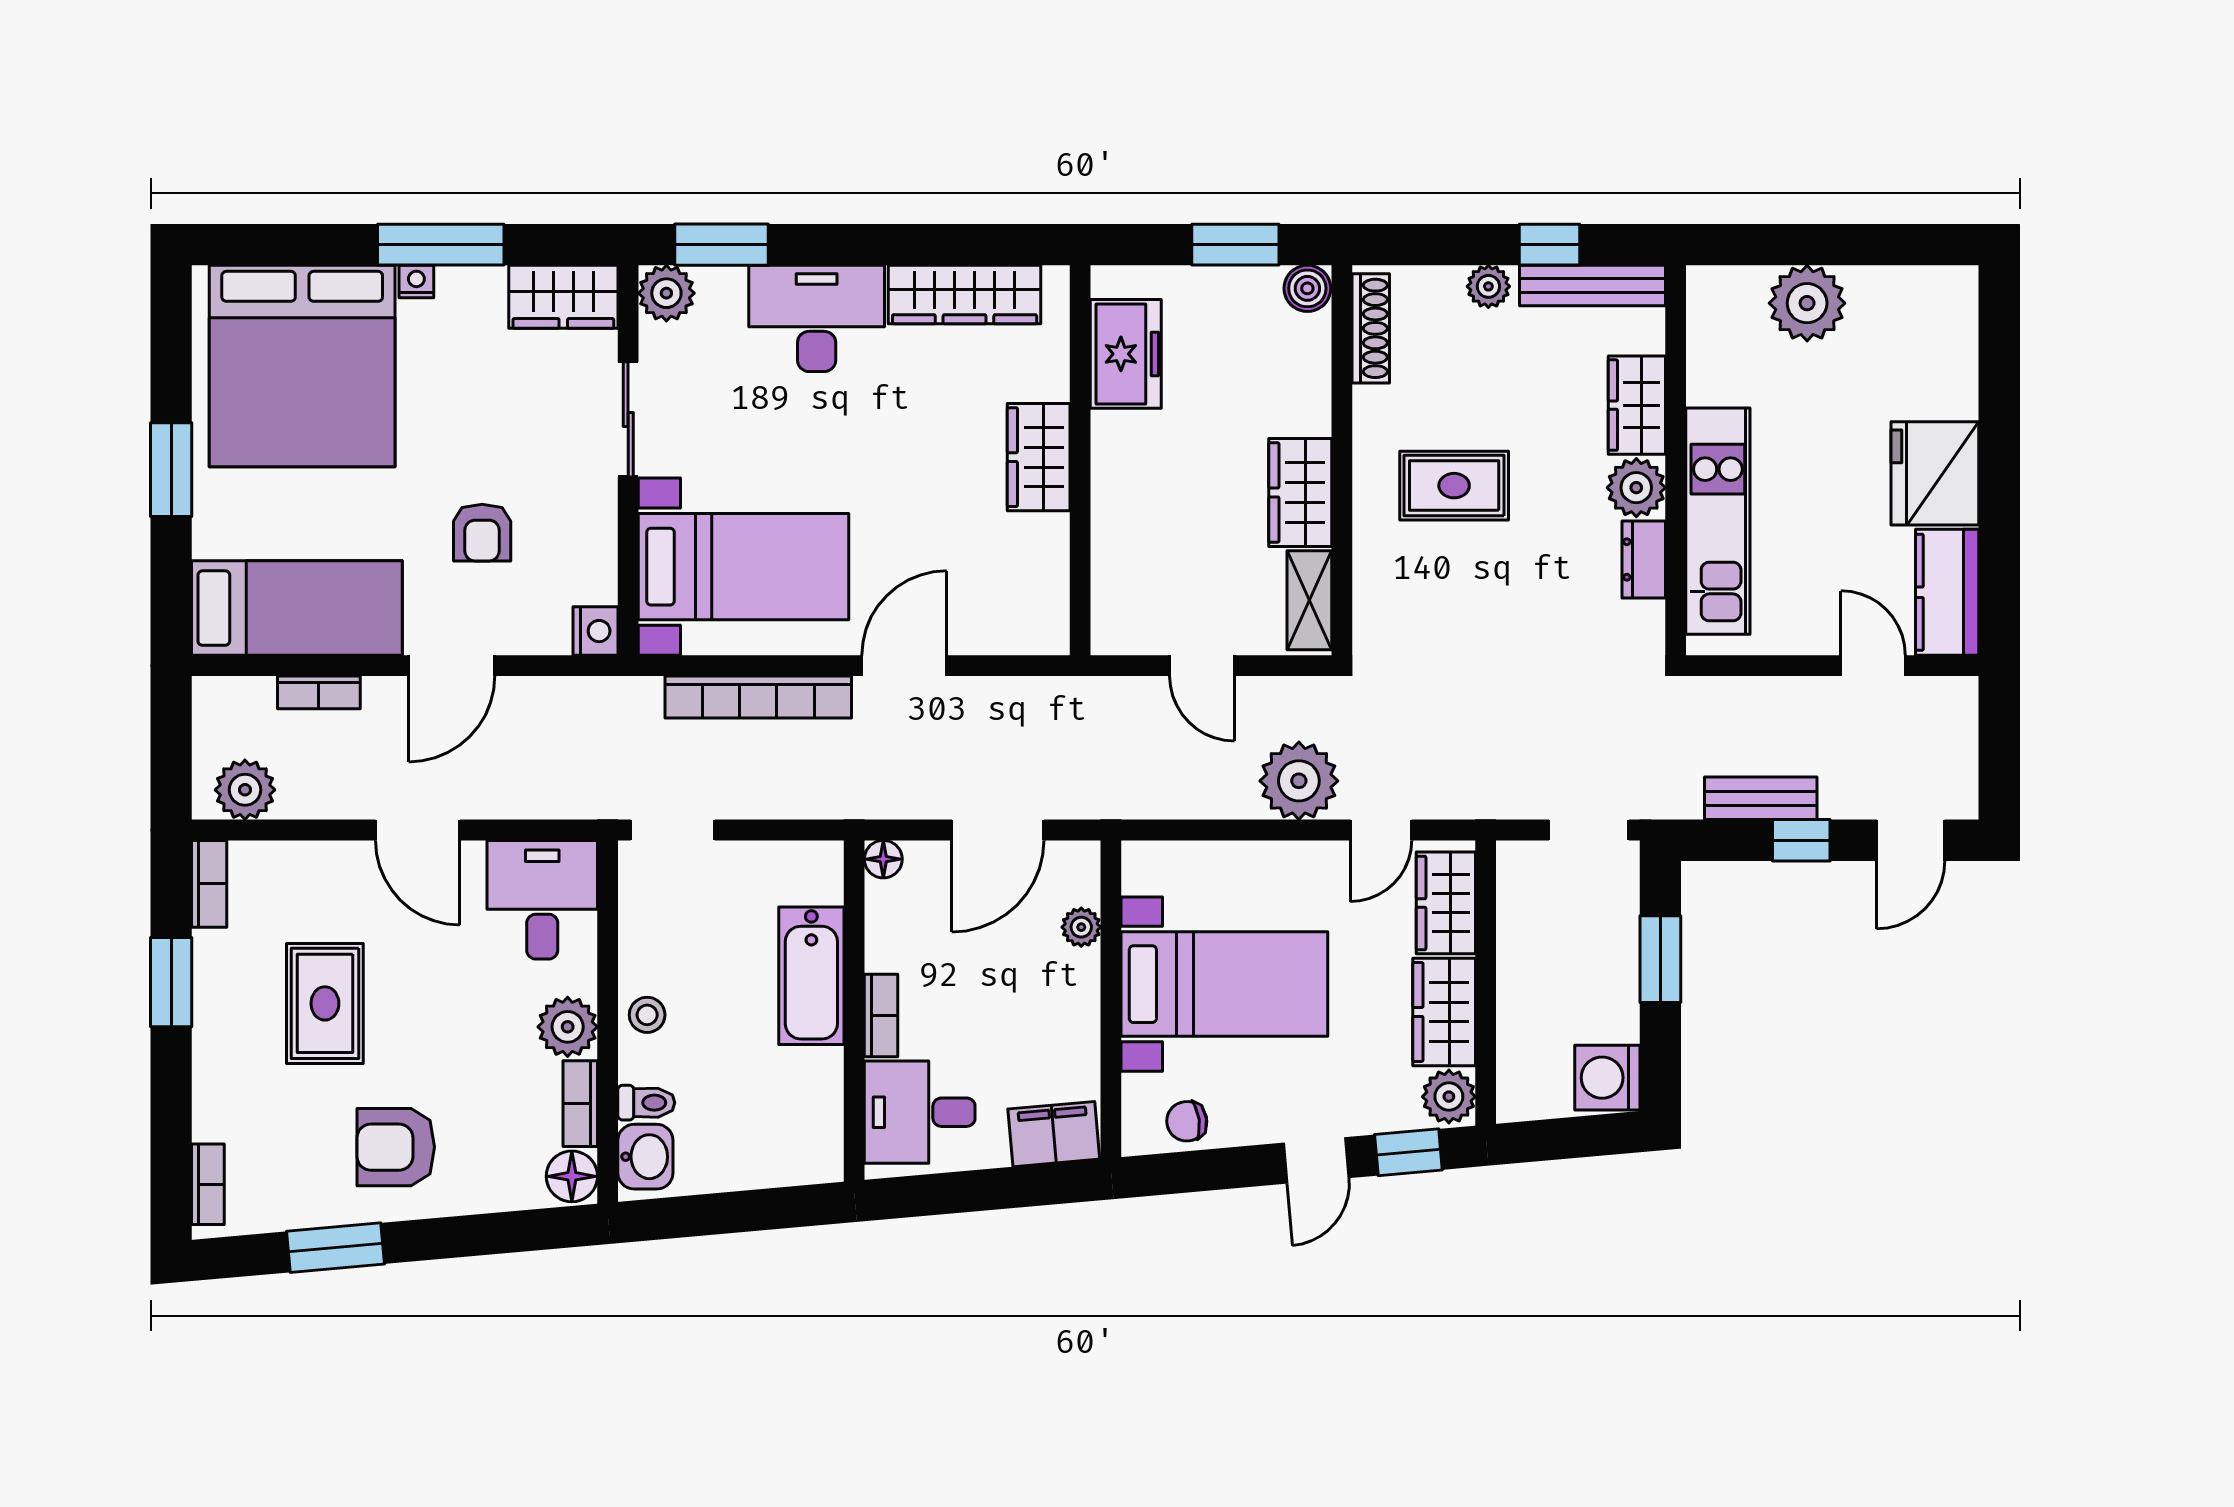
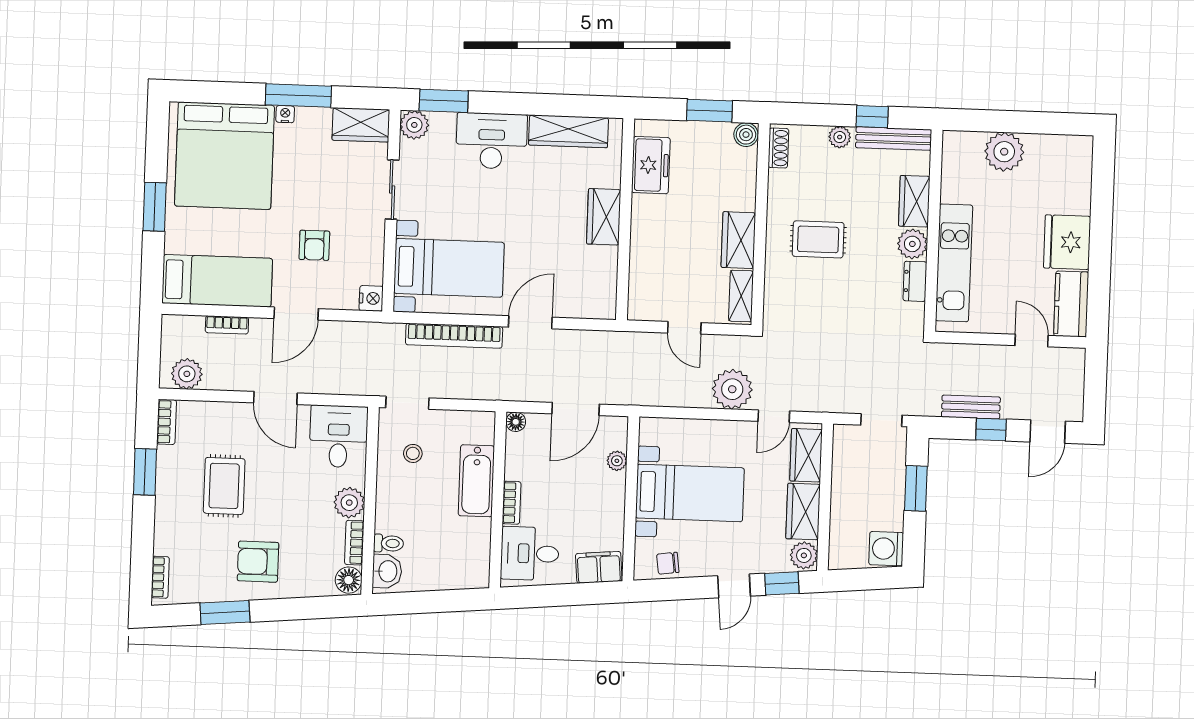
shoe rack: (1371, 328) -> (778, 148), width x0.70
stool: (647, 1015) -> (413, 453), moved

